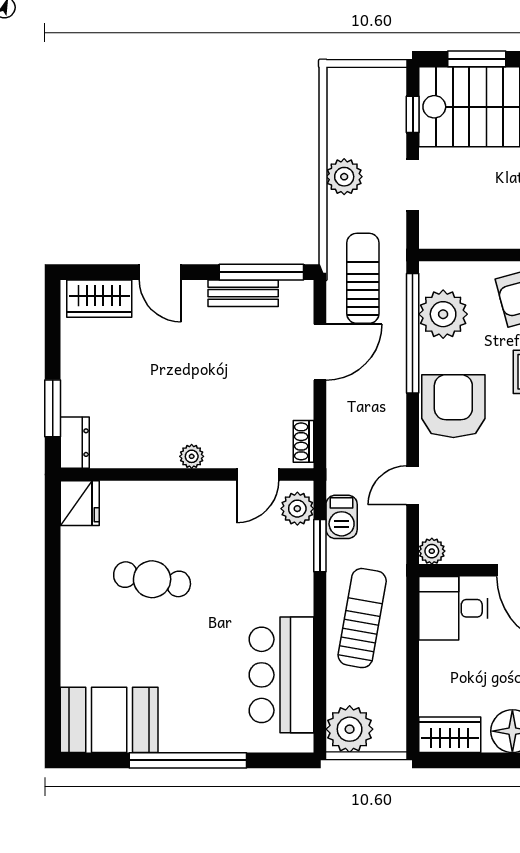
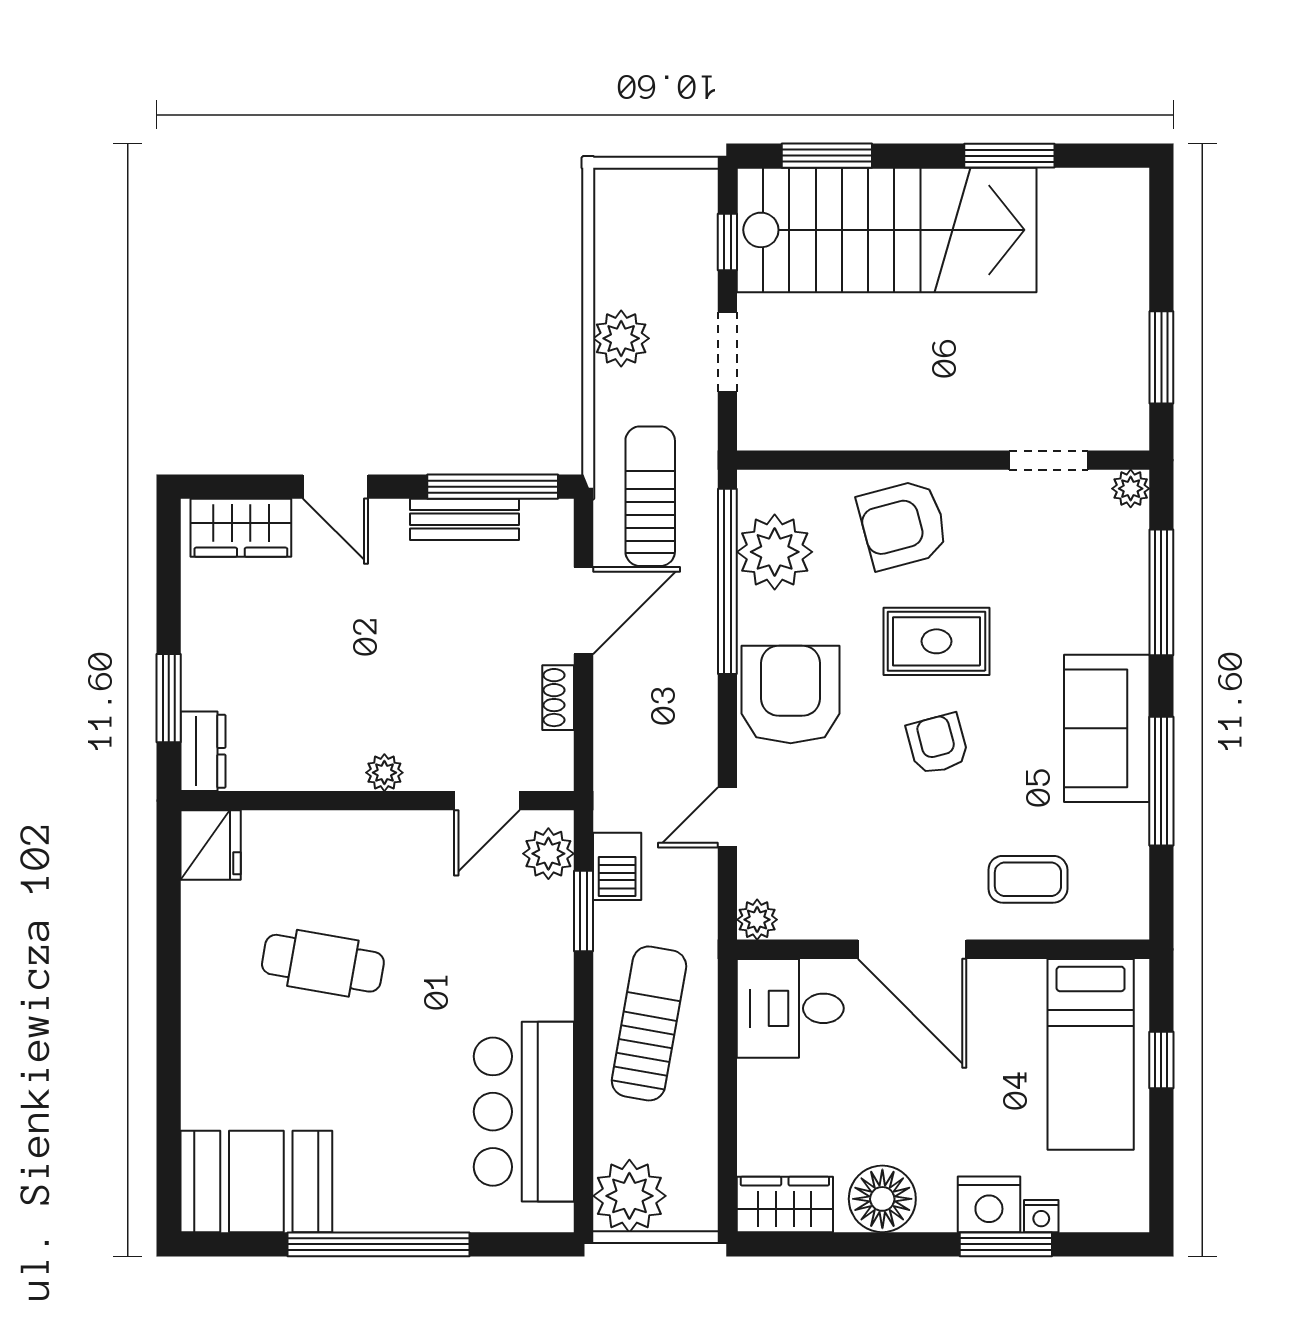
shoe rack: (304, 441) -> (558, 698), moved

